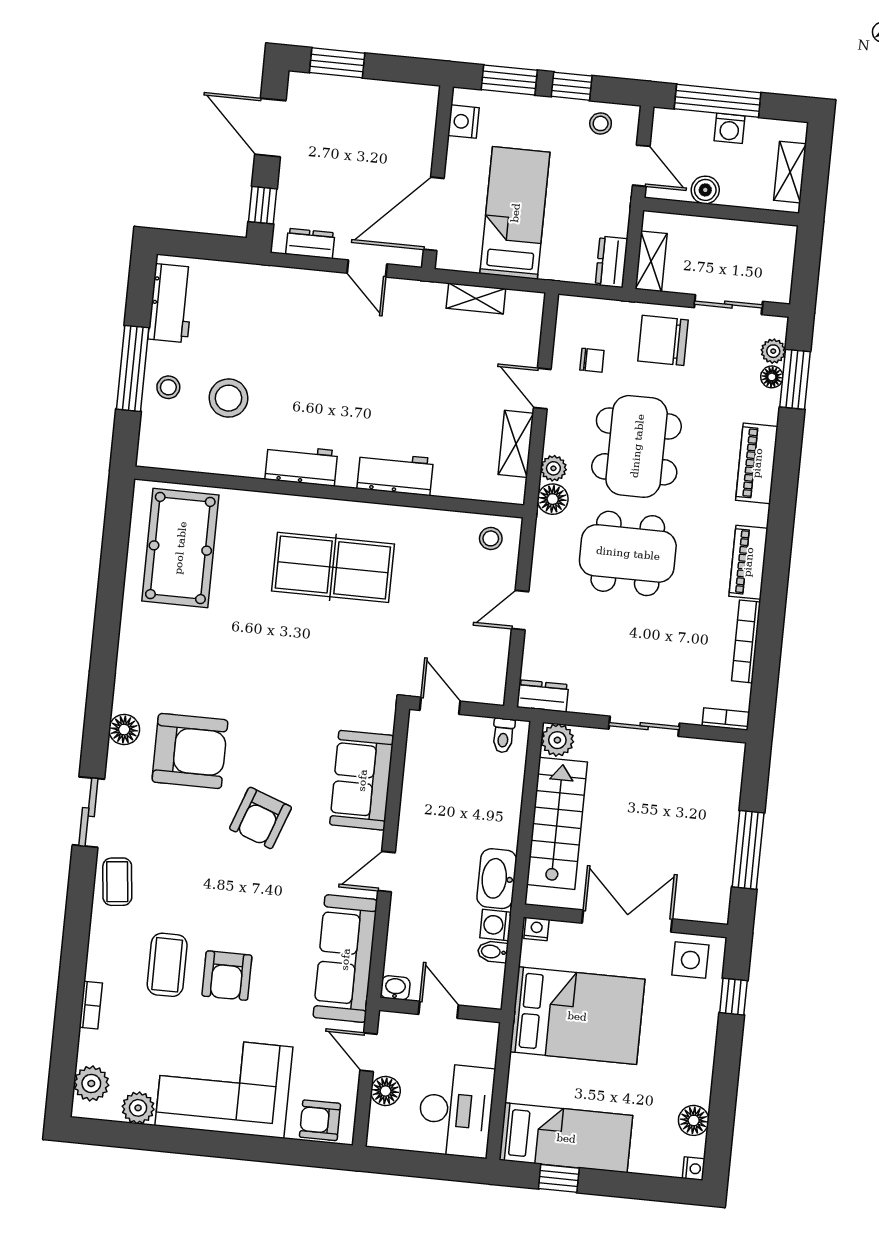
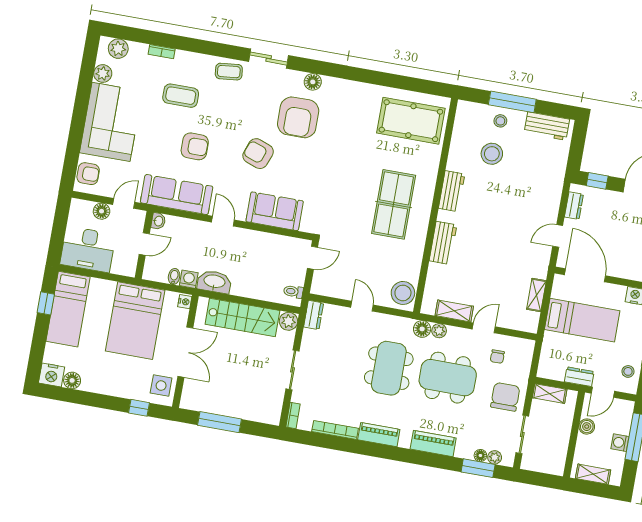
dresser: (612, 262) -> (579, 377), moved
stool: (491, 538) -> (403, 293), width x1.89, depth x1.89
armchair: (227, 976) -> (195, 146), moved, turned 180
armchair: (320, 1120) -> (88, 174), turned 90
nightstand: (694, 1169) -> (52, 375), width x1.89, depth x1.79

